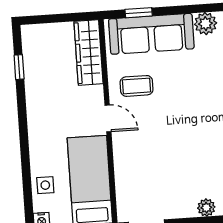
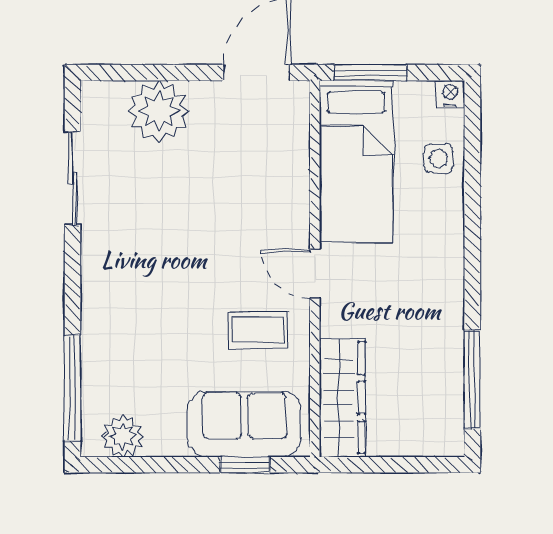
sofa: (151, 34) -> (245, 424), width x0.73
window: (19, 67) -> (472, 380), width x2.17
plant: (206, 208) -> (159, 111), width x1.88, depth x1.88

